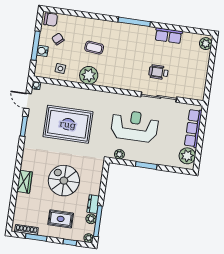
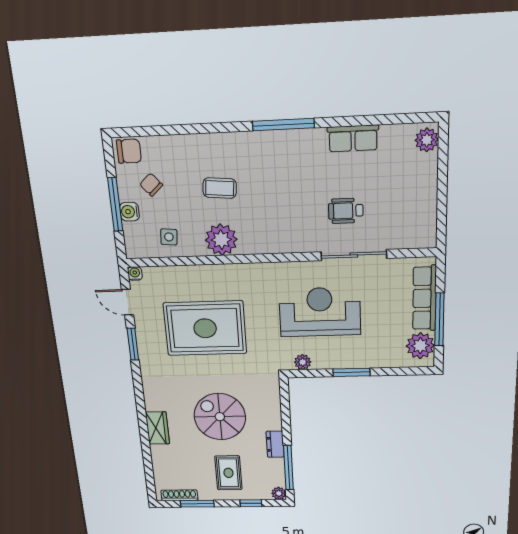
window: (200, 142) -> (439, 320), added
rug: (61, 219) -> (228, 473), turned 90
plant: (91, 219) -> (276, 466), removed

